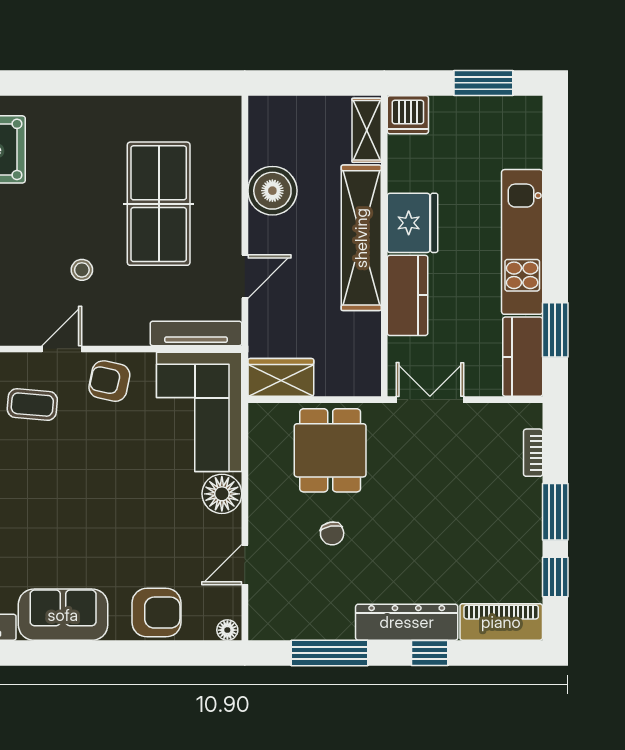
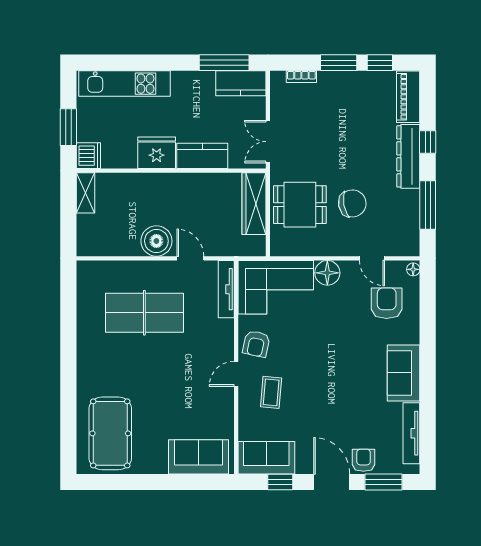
window: (483, 83) -> (68, 127), moved
shelving: (367, 130) -> (85, 193), moved, turned 90
boiler: (272, 191) -> (156, 241), moved
shelving: (361, 238) -> (166, 185), removed
kitchen unit: (522, 242) -> (124, 84), moved
stool: (82, 270) -> (186, 361), removed
window: (555, 330) -> (224, 63), width x1.44
door: (62, 349) -> (236, 374), hinge flipped
wardrobe: (281, 377) -> (254, 204), moved, width x1.50
chair: (332, 533) -> (352, 203), width x1.87, depth x1.87
armchair: (156, 613) -> (387, 303), moved

